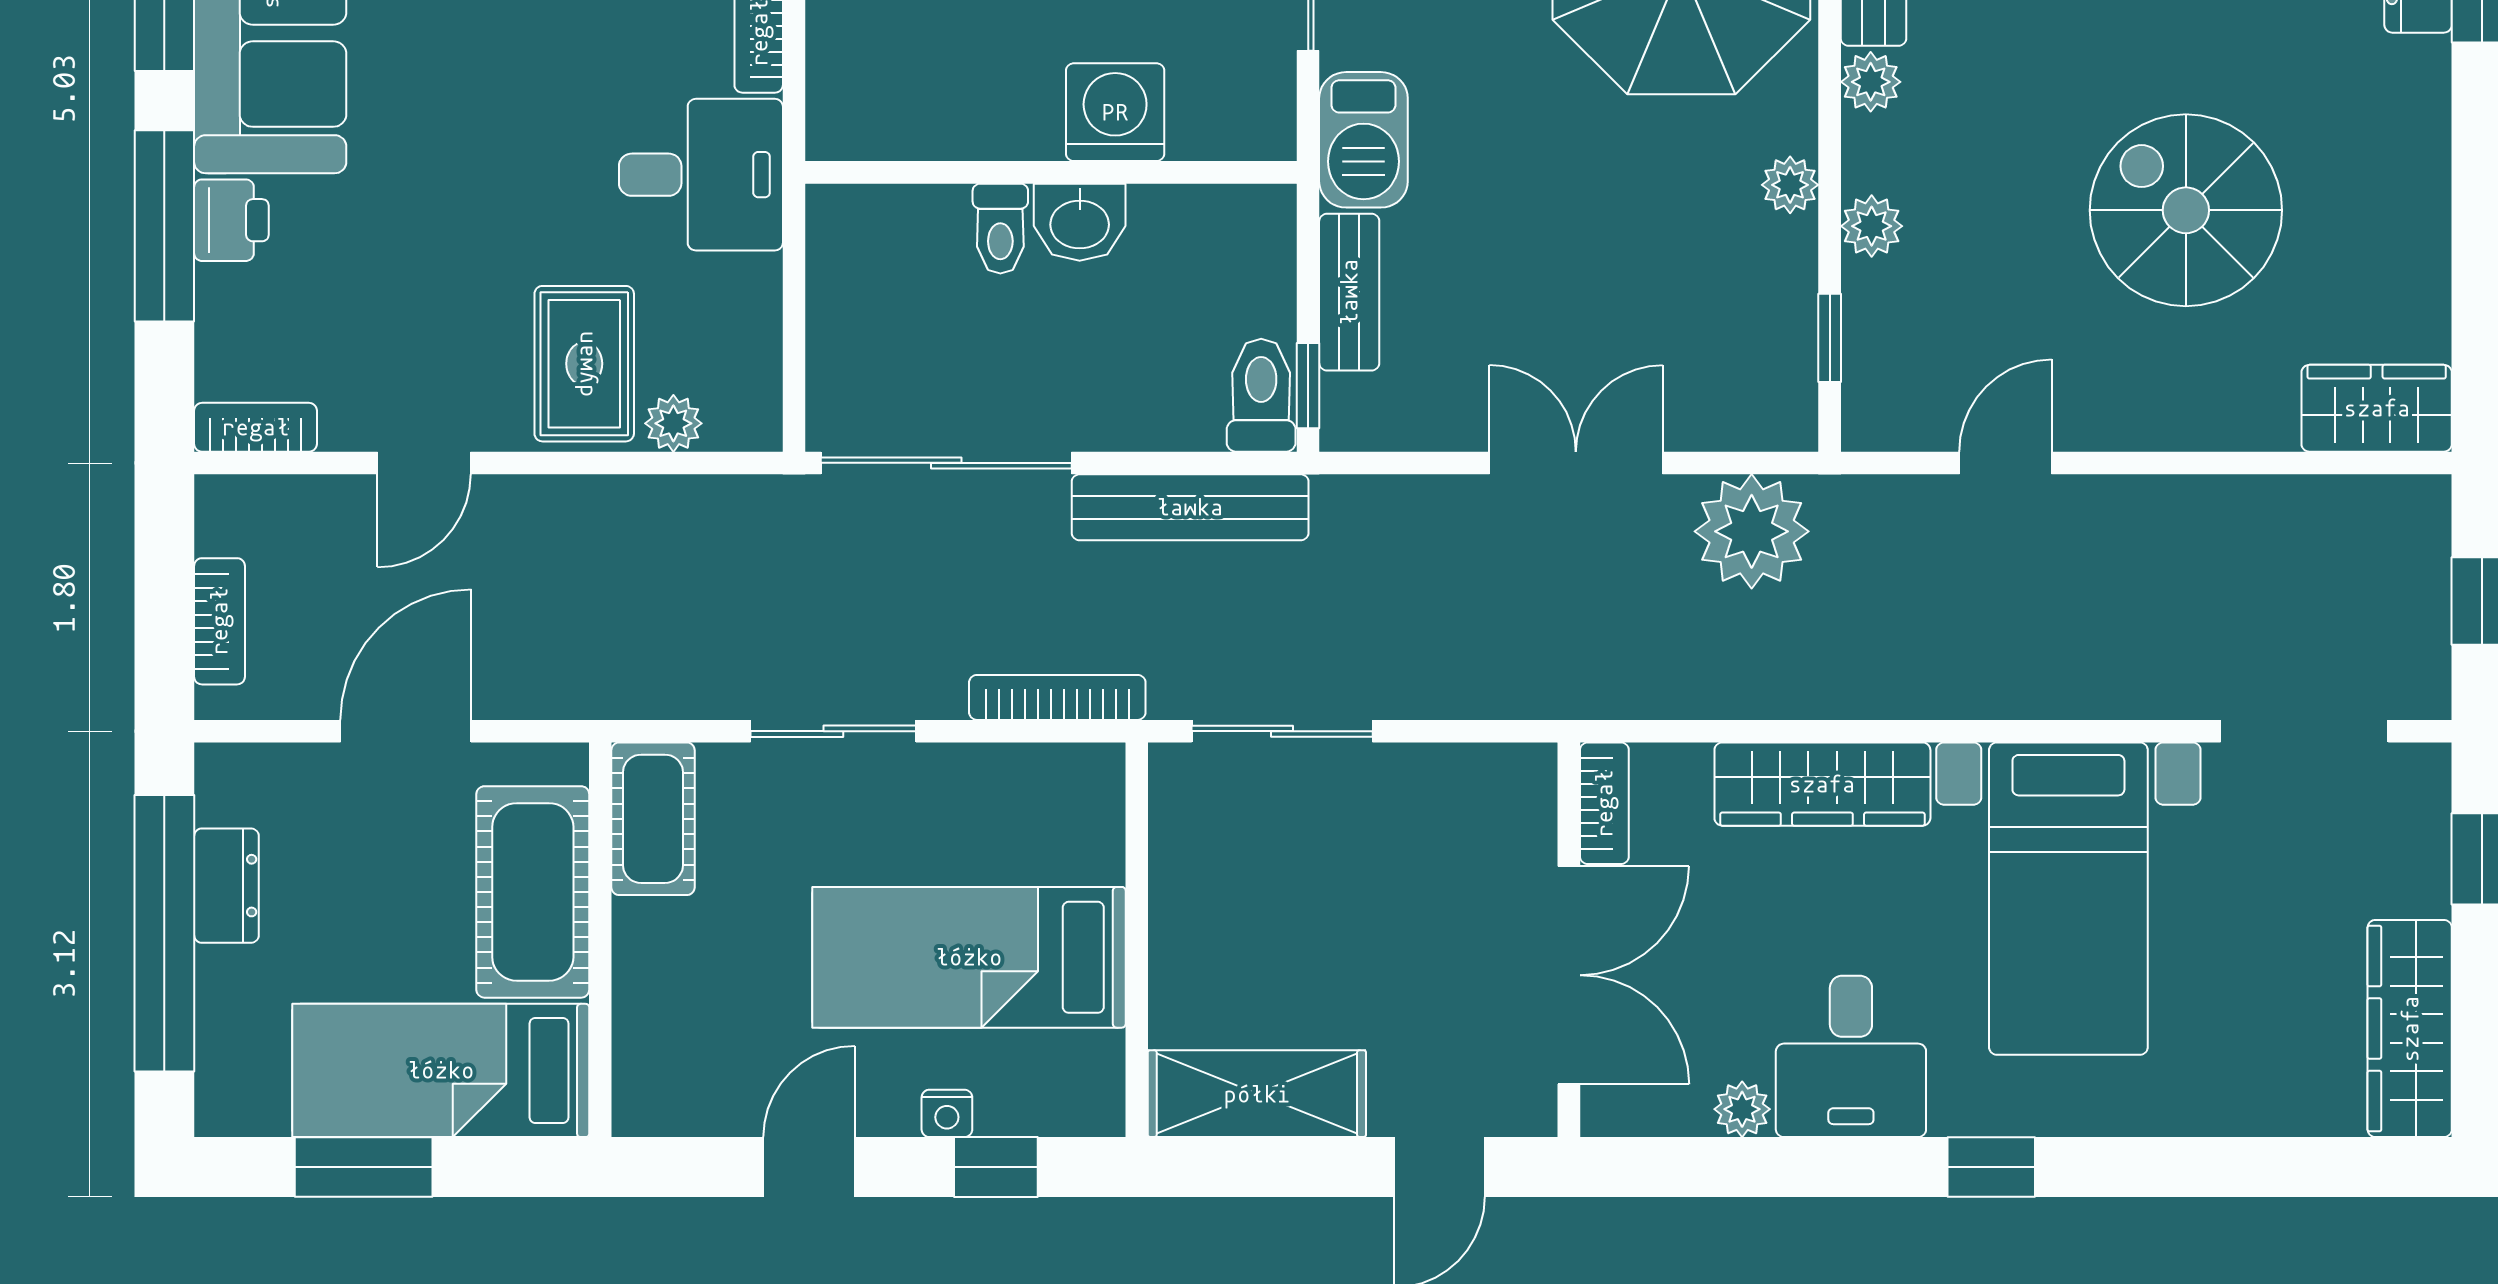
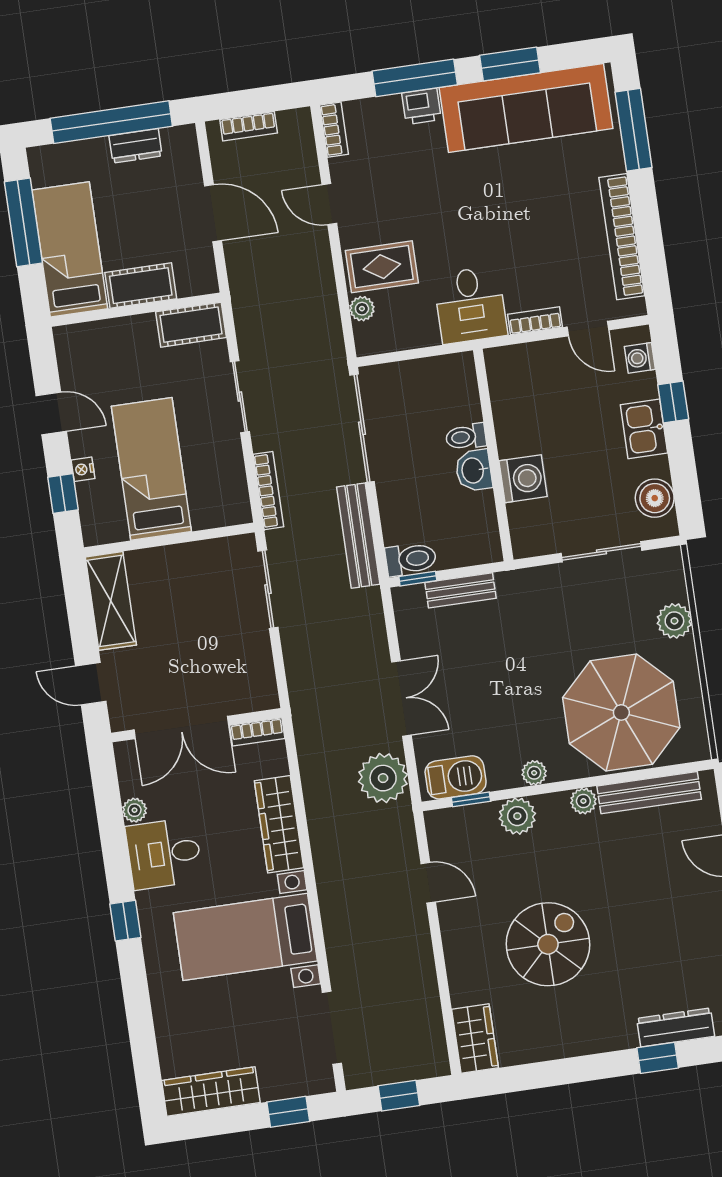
barbecue: (1363, 140) -> (456, 777), moved, turned 180
plant: (1872, 226) -> (517, 816), width x1.38, depth x1.38
cot: (533, 892) -> (141, 286), width x0.73, depth x0.75
window: (364, 1167) -> (23, 222), width x1.44

